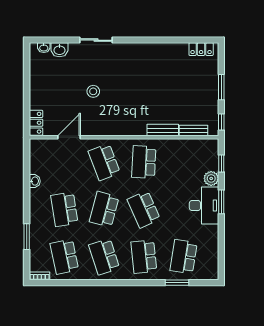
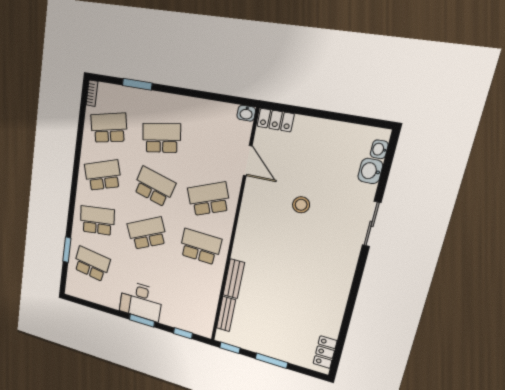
plant: (211, 178) -> (169, 317), removed
washbasin: (35, 181) -> (246, 113), moved

